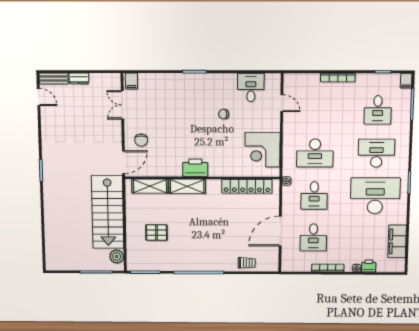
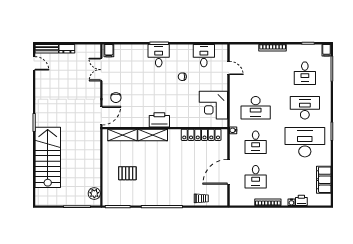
desk: (194, 87) -> (159, 56), added
stairs: (108, 212) -> (48, 157), moved, turned 180

